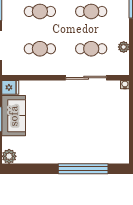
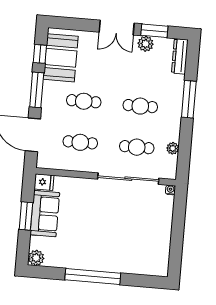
sliding door: (86, 78) -> (128, 179), width x1.36
window: (83, 169) -> (93, 277), moved

